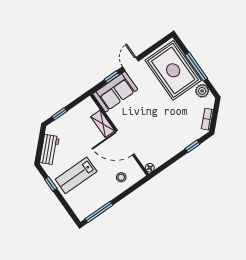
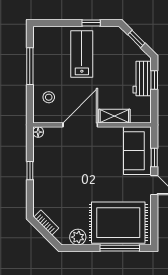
window: (196, 67) -> (120, 248), moved
window: (40, 146) -> (136, 39), added
window: (192, 146) -> (30, 171), moved
workbench: (49, 150) -> (142, 79), moved, turned 45
window: (99, 212) -> (30, 66), moved

